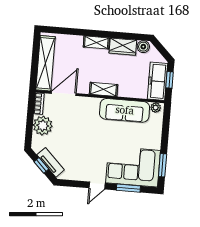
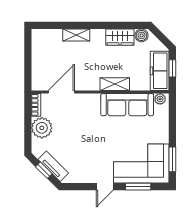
shelving: (96, 42) -> (76, 35), moved
shelving: (45, 63) -> (39, 62), removed
shelving: (104, 89) -> (115, 84), moved

